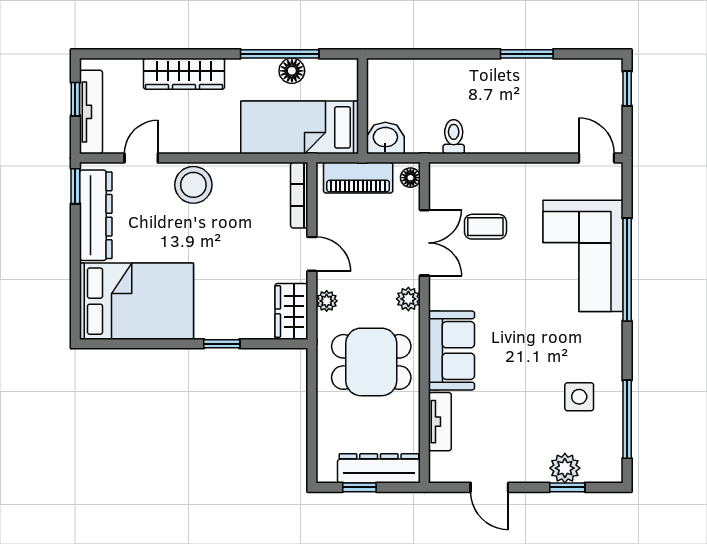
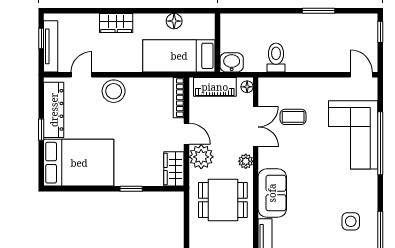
window: (280, 54) -> (167, 11), removed
wardrobe: (184, 74) -> (116, 23), width x0.67
toilet: (454, 137) -> (276, 57), width x1.37, depth x1.39
window: (75, 186) -> (41, 130), moved
plant: (327, 301) -> (201, 157), width x1.87, depth x1.87

